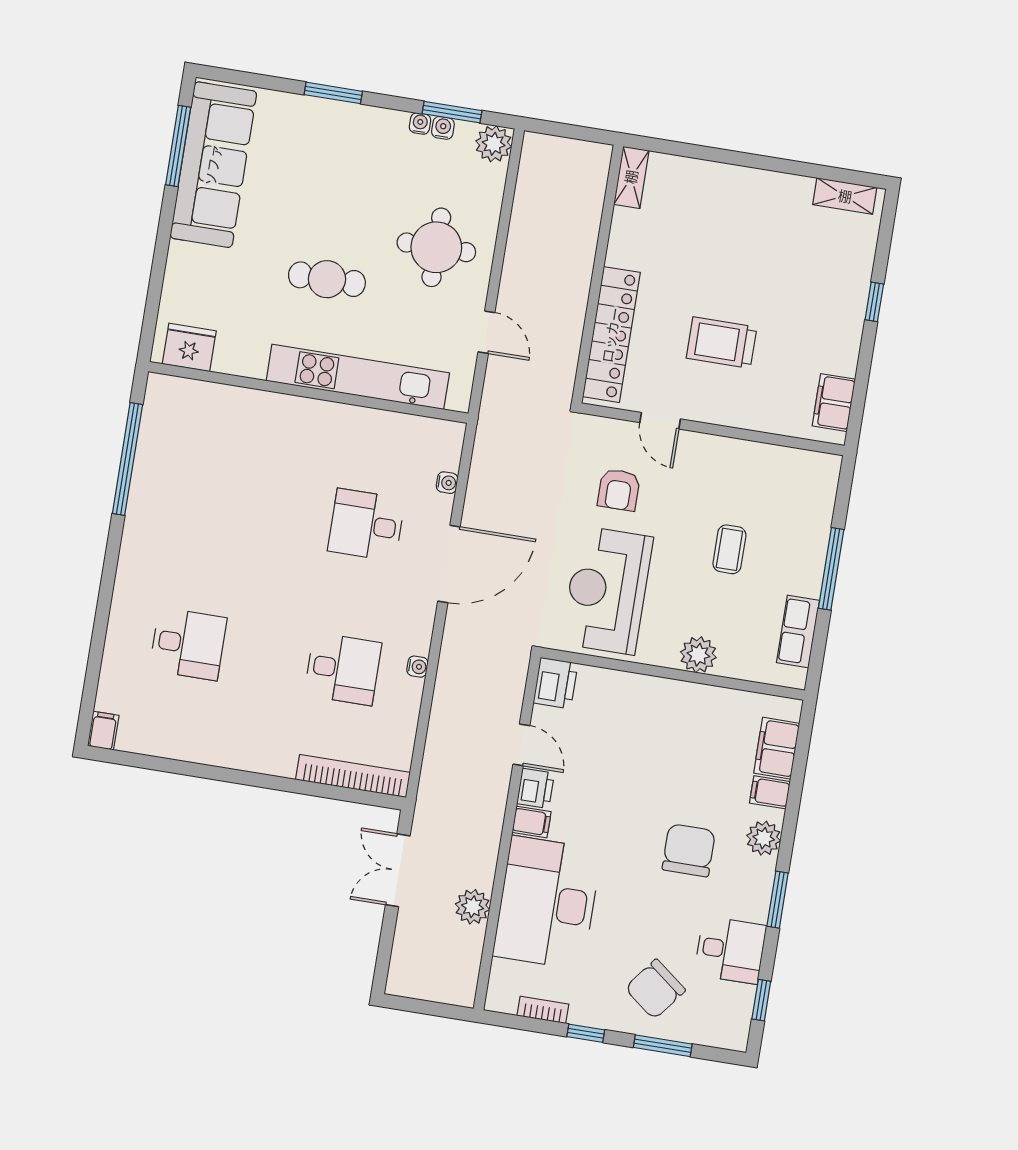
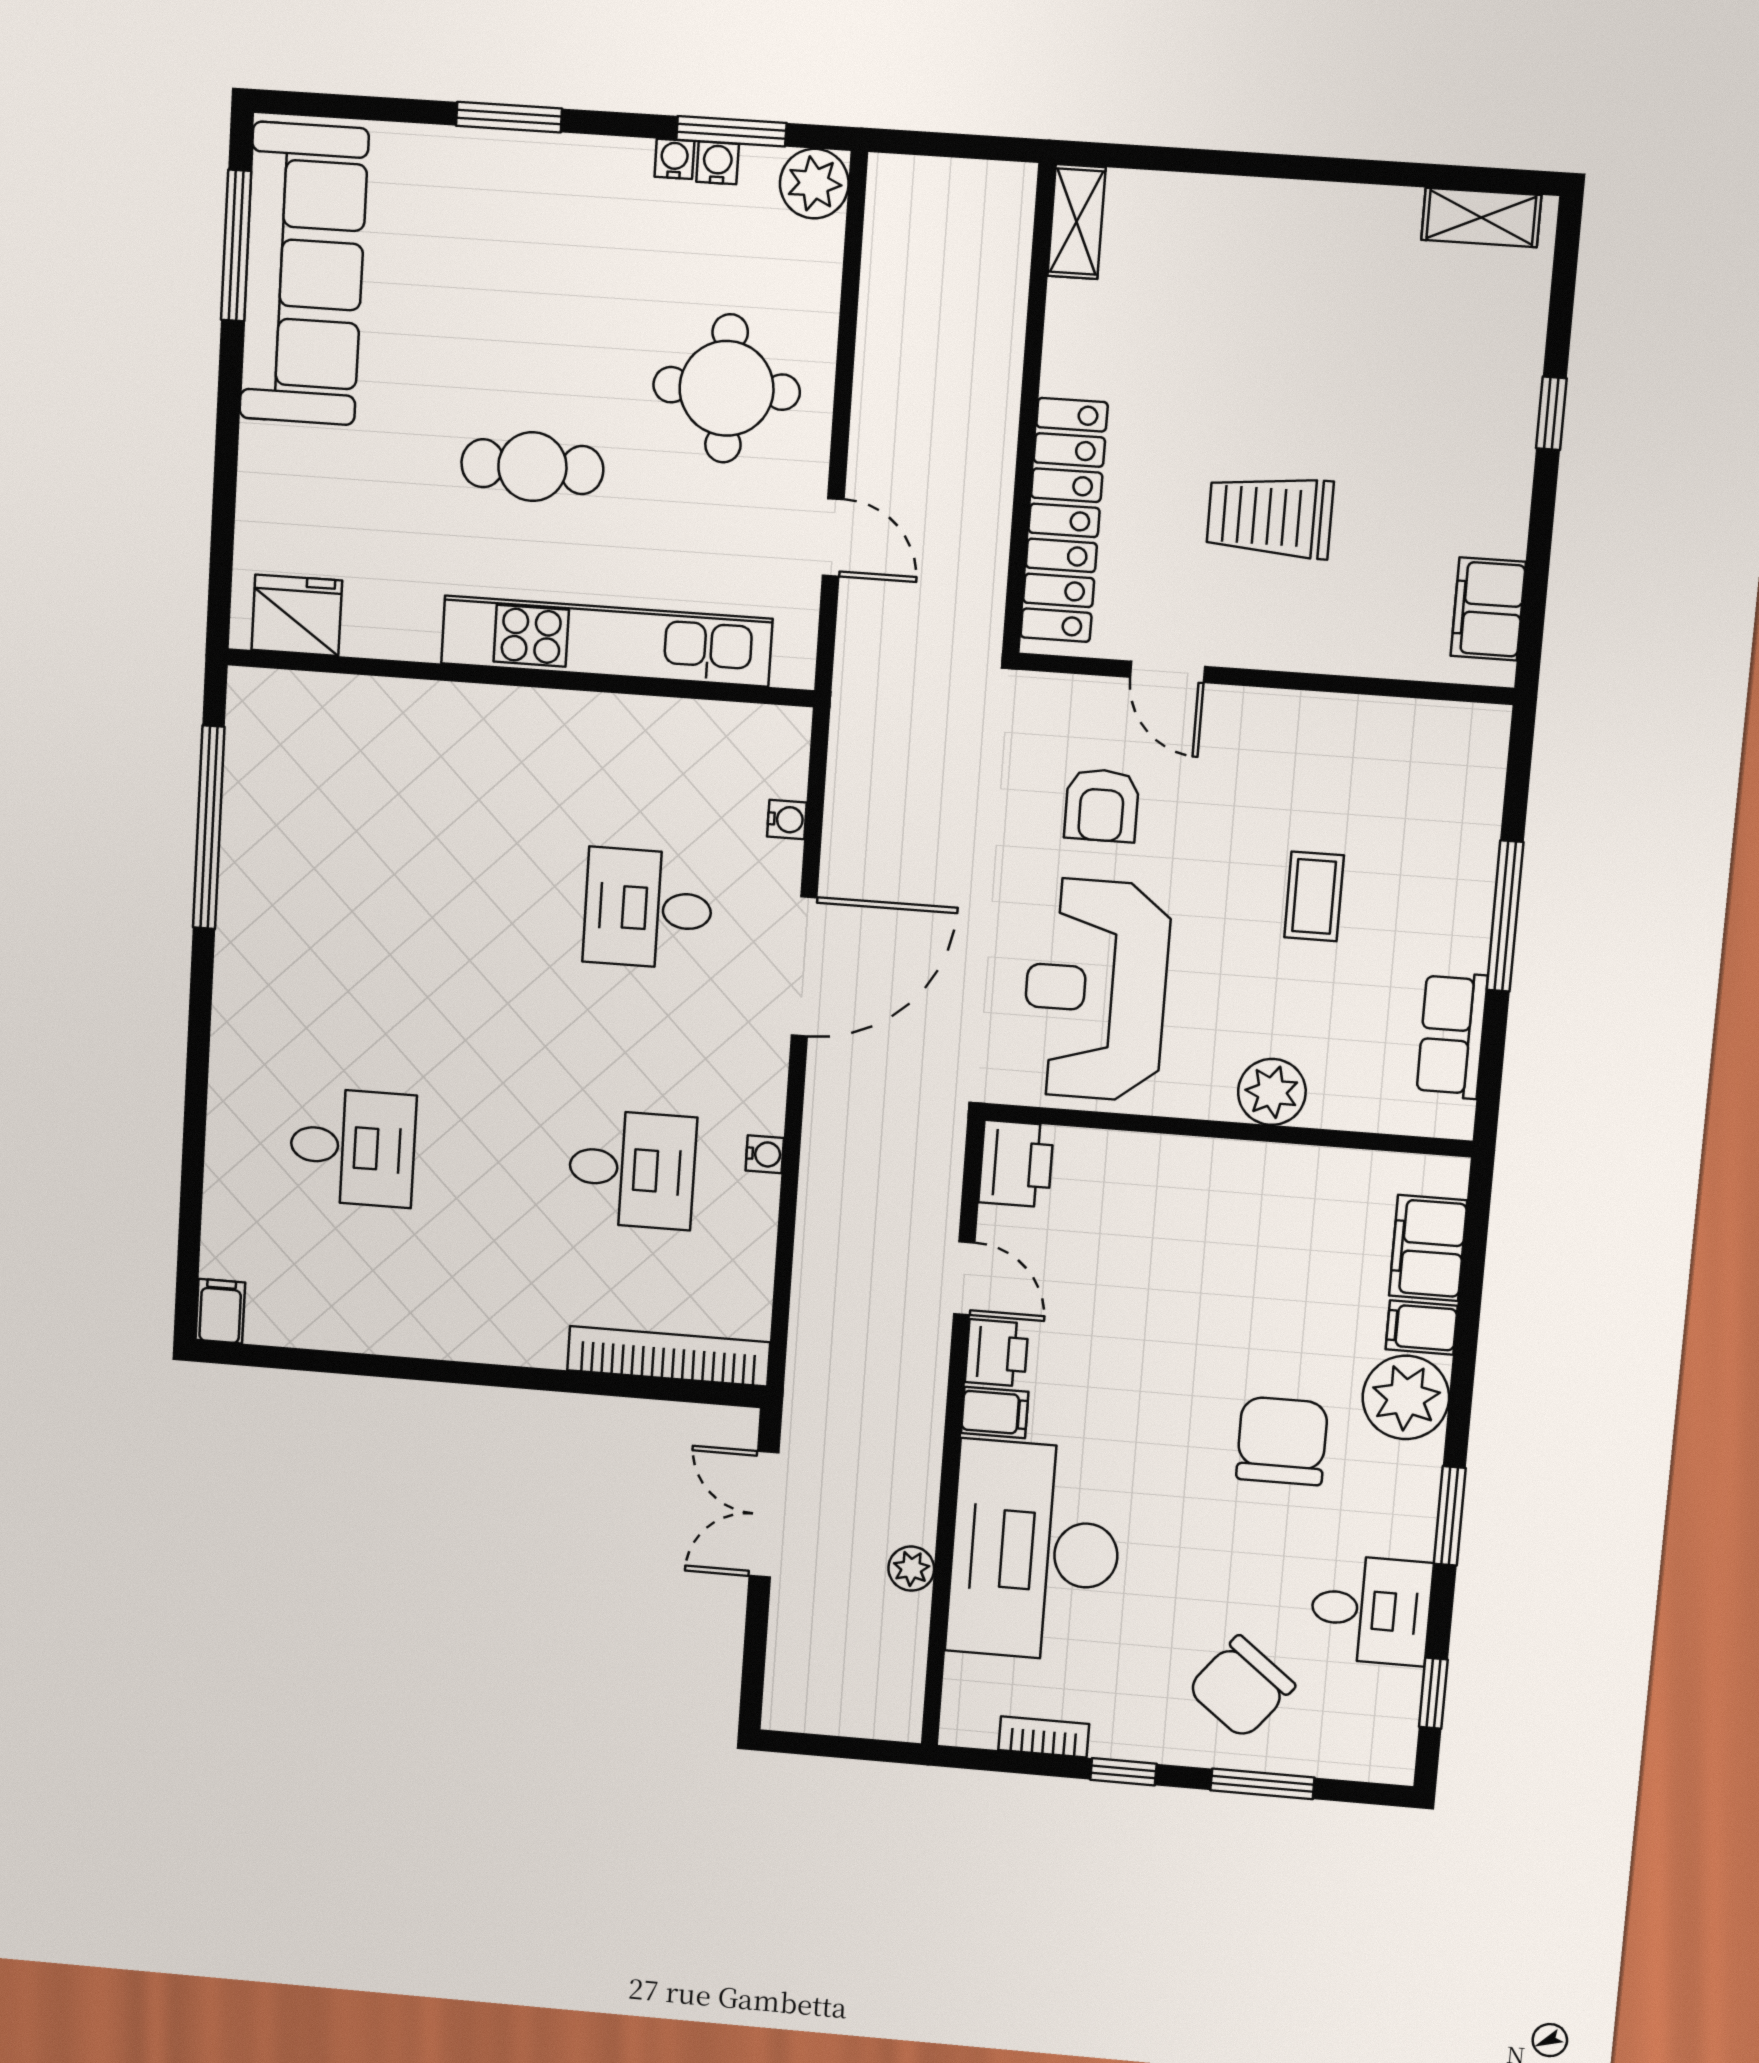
plant: (764, 838) -> (1406, 1397), width x1.36, depth x1.36
plant: (473, 907) -> (911, 1569), width x0.73, depth x0.73

